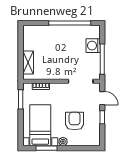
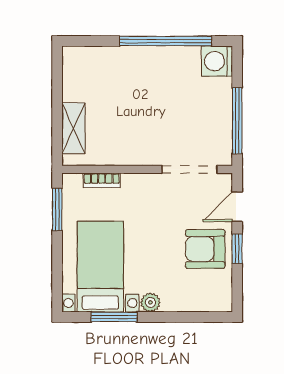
washing machine: (93, 46) -> (217, 61), moved
door: (102, 98) -> (237, 207), swing flipped
armchair: (75, 121) -> (205, 249), moved, turned -90

